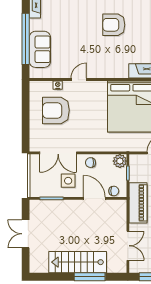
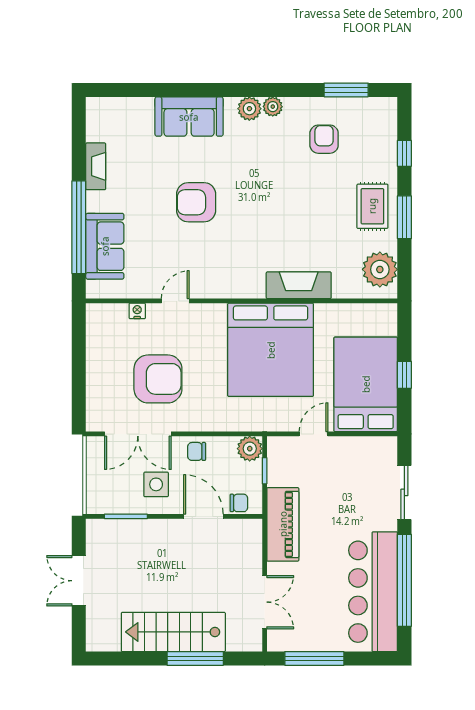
armchair: (114, 25) -> (196, 202), moved
armchair: (56, 110) -> (158, 379), moved, turned 180

